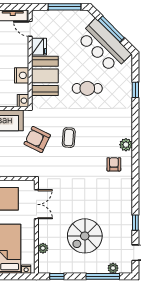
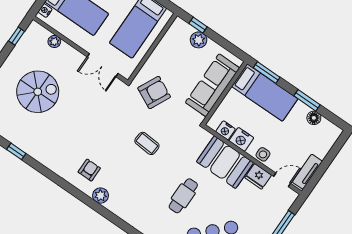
side table: (22, 54) -> (263, 154), added
nightstand: (23, 101) -> (226, 130), moved
armchair: (37, 140) -> (154, 92), moved
armchair: (114, 164) -> (89, 170), turned -90
spiral stairs: (85, 236) -> (38, 92), turned 90

